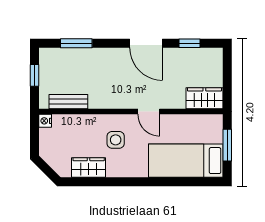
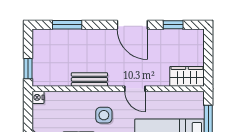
window: (35, 75) -> (28, 69), moved
bench: (68, 102) -> (89, 79), moved

